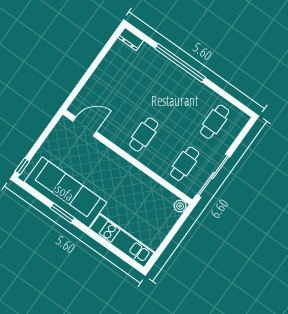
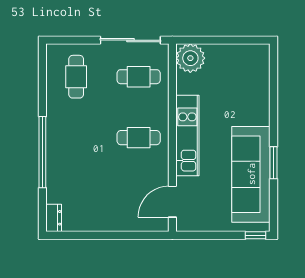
cafe table: (215, 122) -> (76, 77), turned 90
door: (85, 127) -> (172, 202), hinge flipped
plant: (180, 206) -> (190, 58), width x1.88, depth x1.88
kitchen unit: (122, 240) -> (187, 135), moved, turned 180

